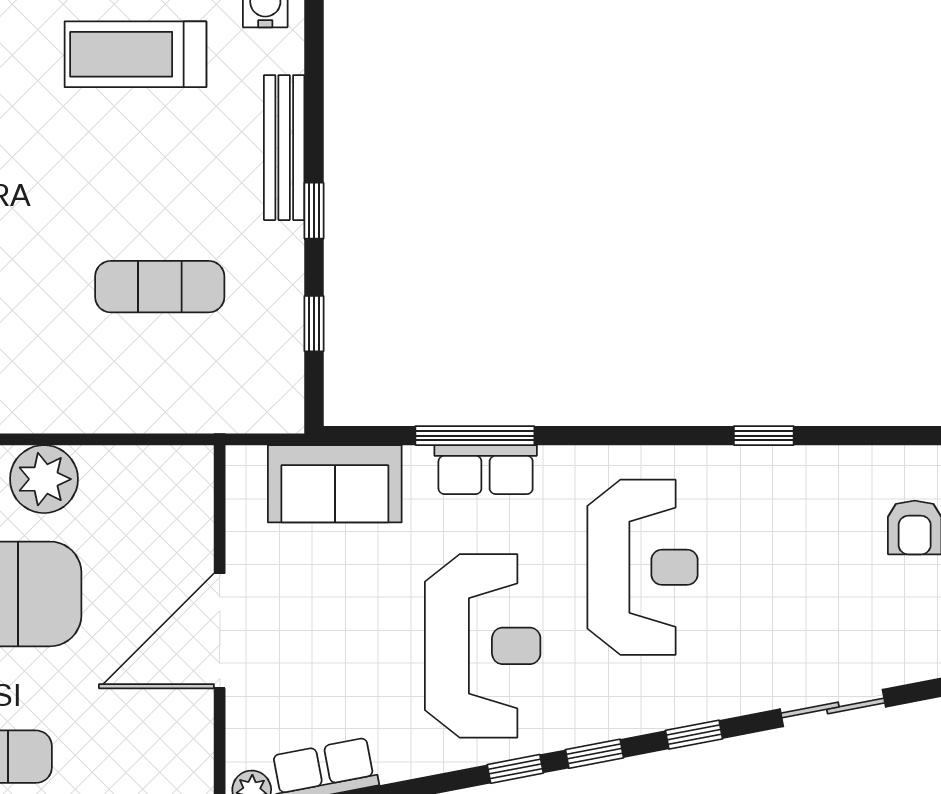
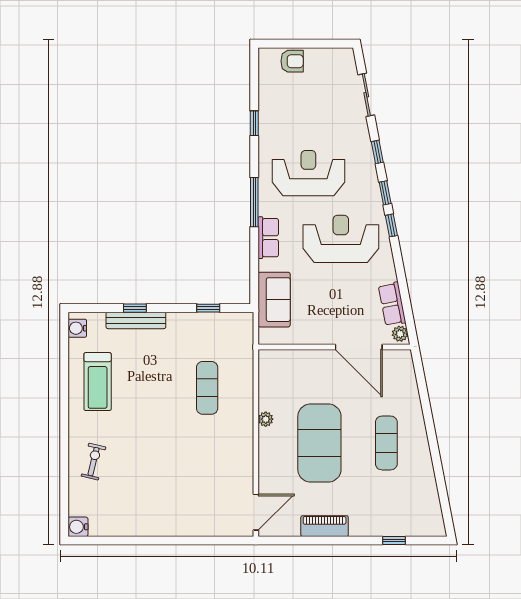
window: (314, 211) -> (135, 308), moved
exercise mat: (160, 287) -> (207, 388), moved
window: (475, 436) -> (254, 202), moved
plant: (44, 479) -> (266, 419), width x0.53, depth x0.53
door: (220, 631) -> (359, 347), moved

